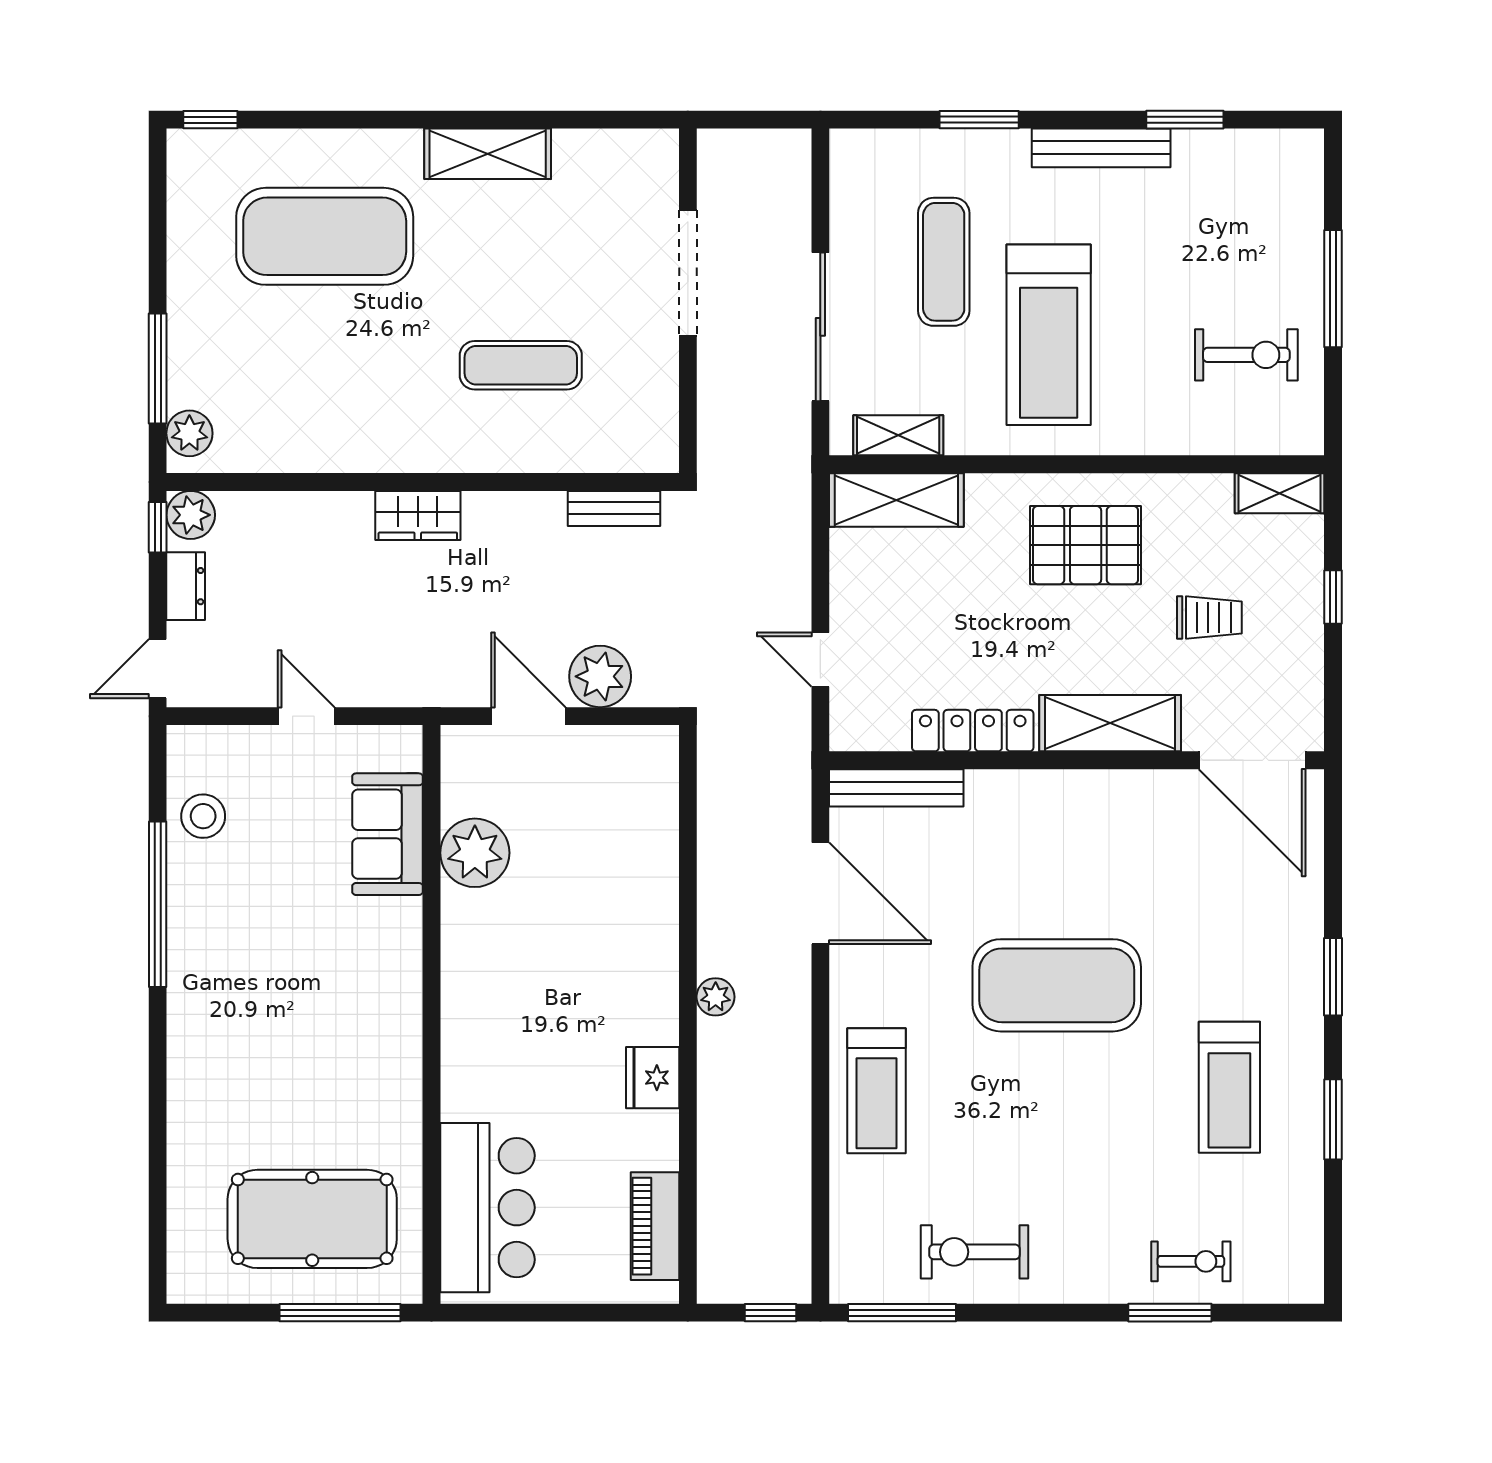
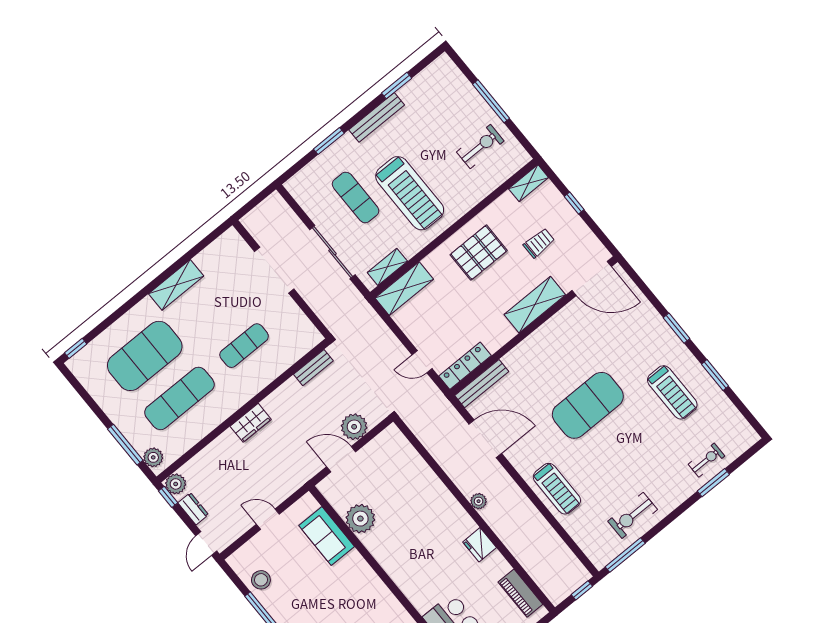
exercise mat: (325, 365) -> (179, 398), added
locker: (973, 731) -> (465, 366), moved

